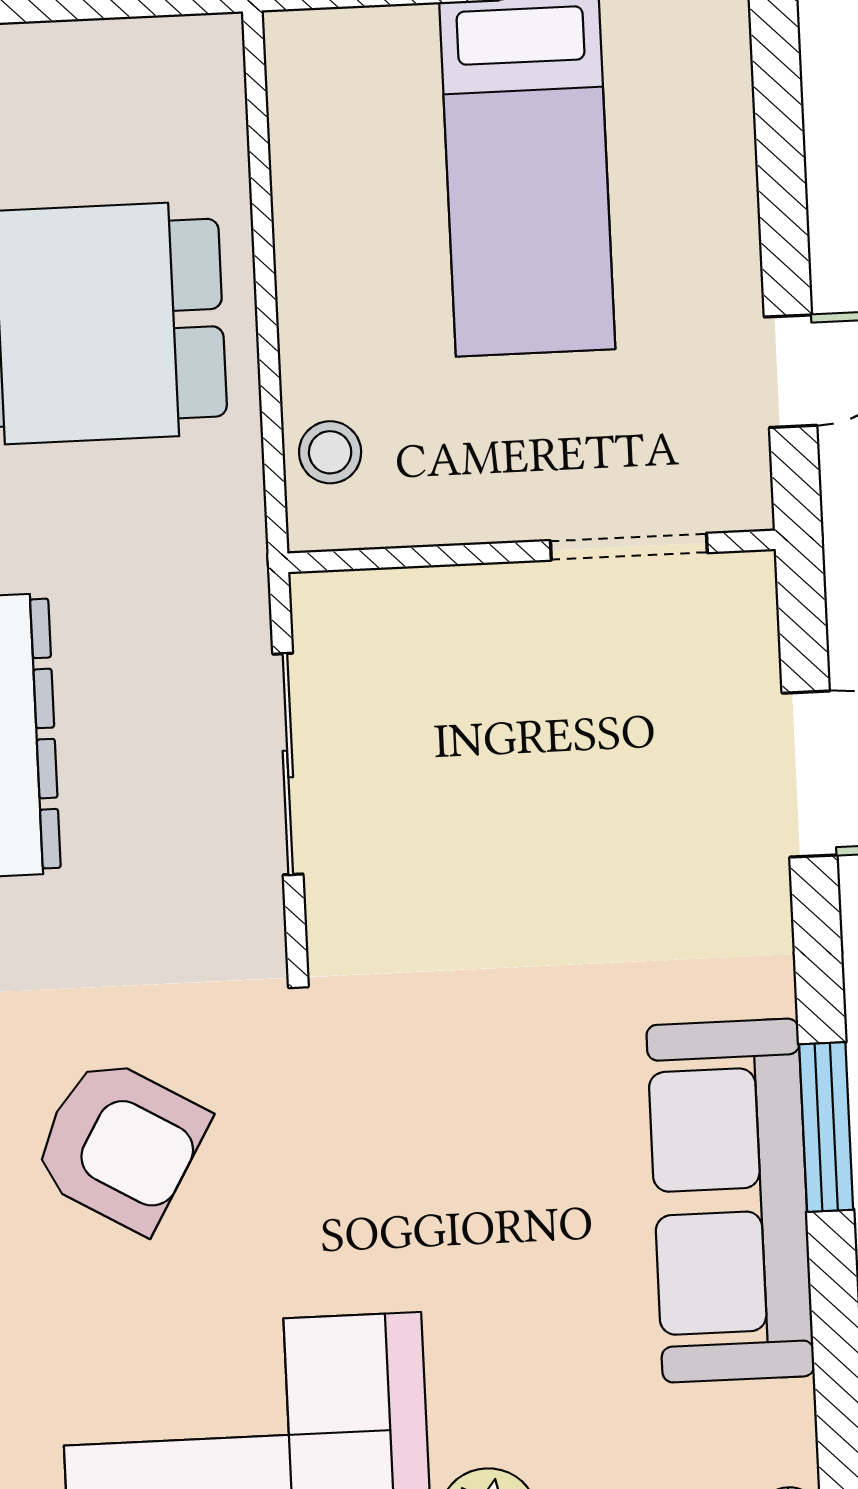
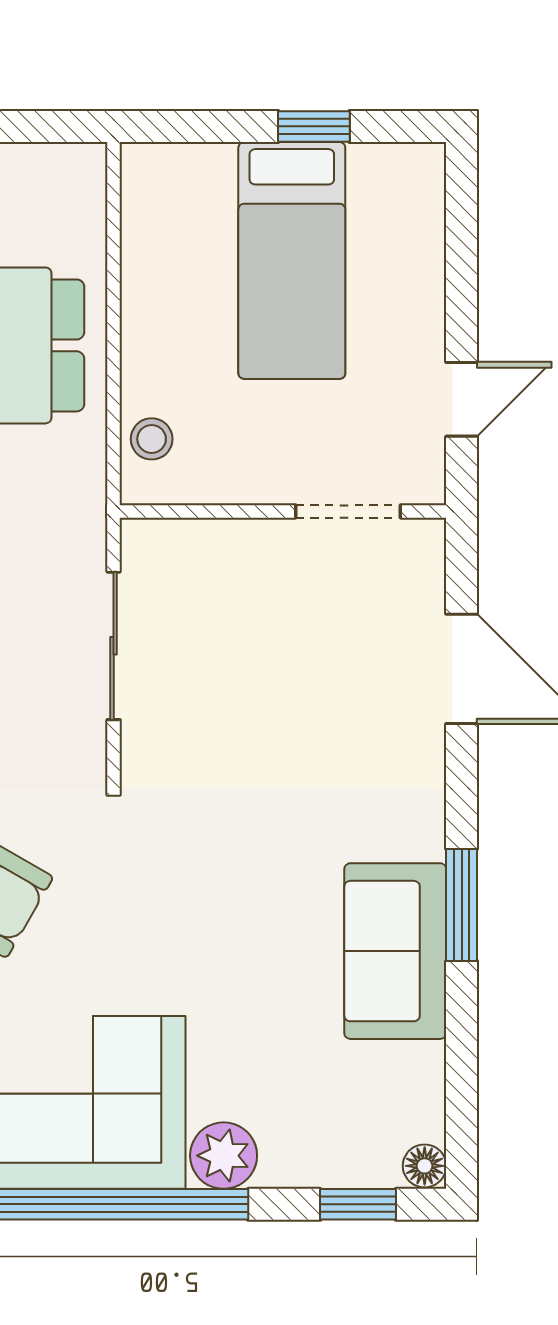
sofa: (730, 1201) -> (395, 951), width x0.73

